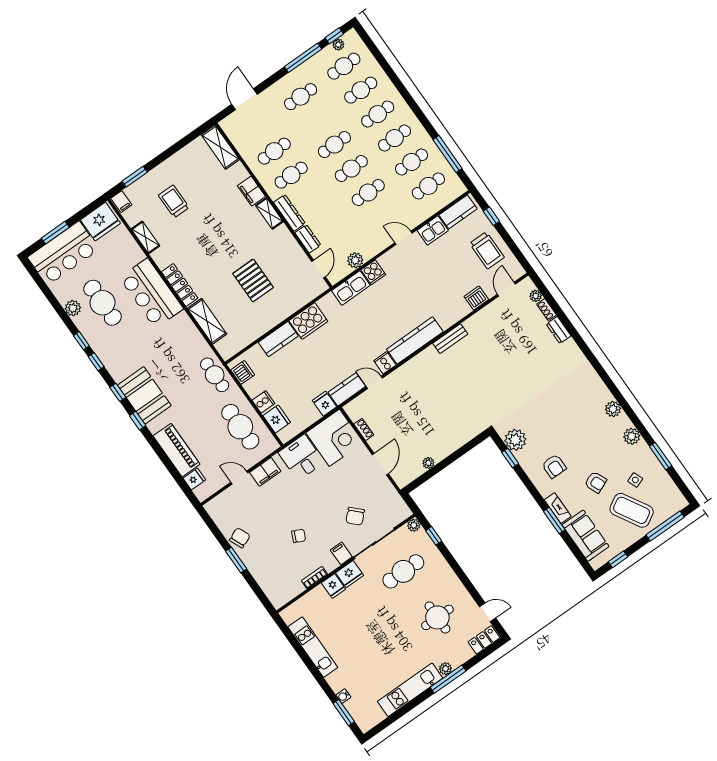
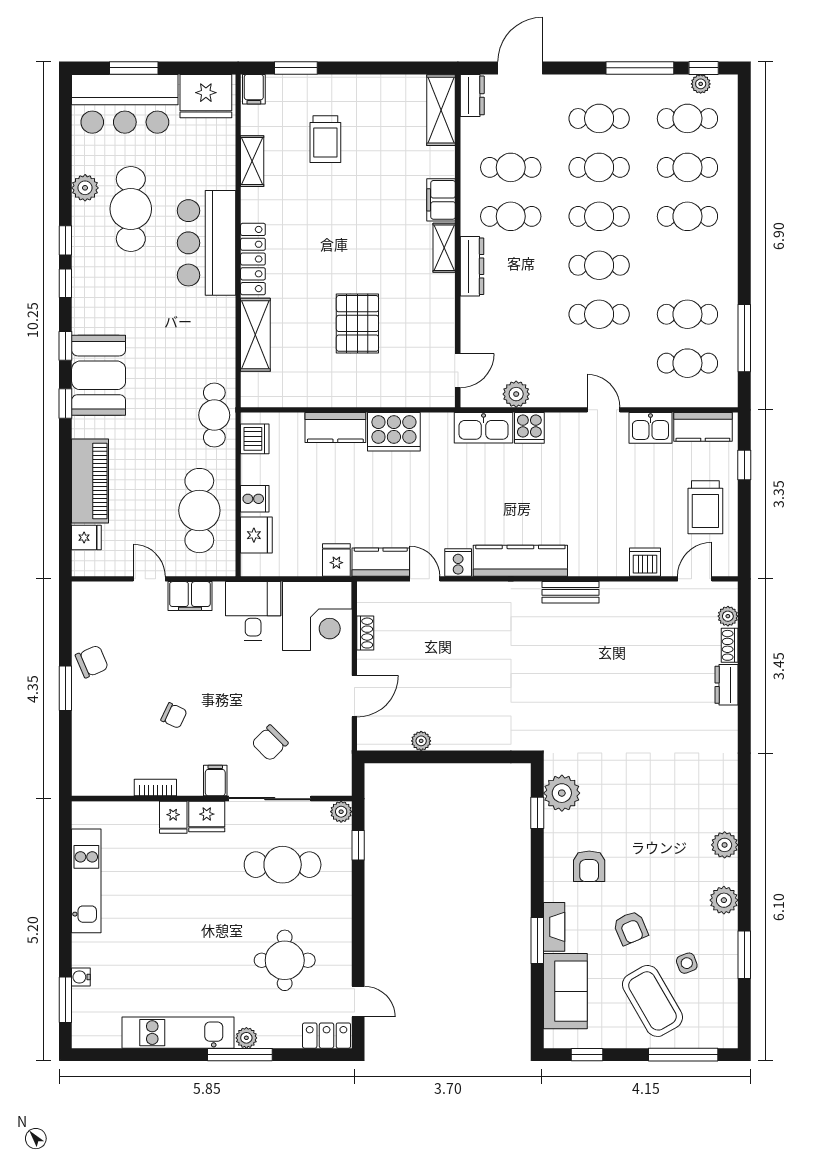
cafe table: (395, 138) -> (599, 167), moved
trolley: (174, 201) -> (325, 139), turned 180
dresser: (308, 239) -> (472, 95), moved

